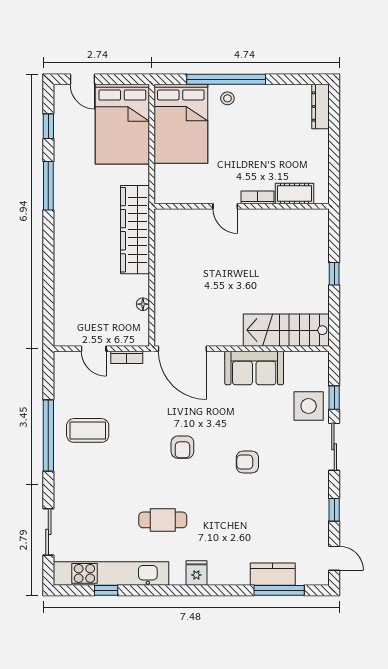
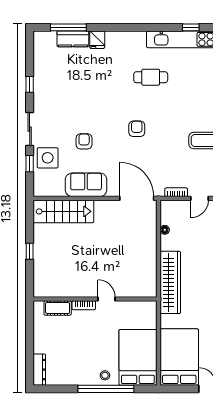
door: (94, 349) -> (200, 198), swing flipped
armchair: (247, 462) -> (84, 141), moved, turned -90
door: (334, 558) -> (30, 50), removed
fridge: (196, 573) -> (97, 40), moved

